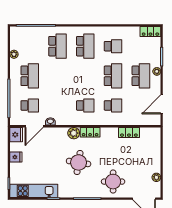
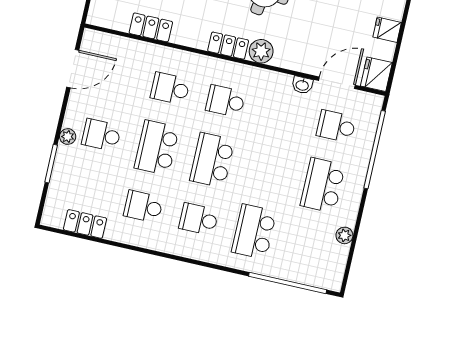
locker: (150, 32) -> (85, 224), moved
school desk: (85, 46) -> (199, 219), width x0.54
school desk: (85, 76) -> (212, 160), added
school desk: (141, 76) -> (101, 135), width x0.54

